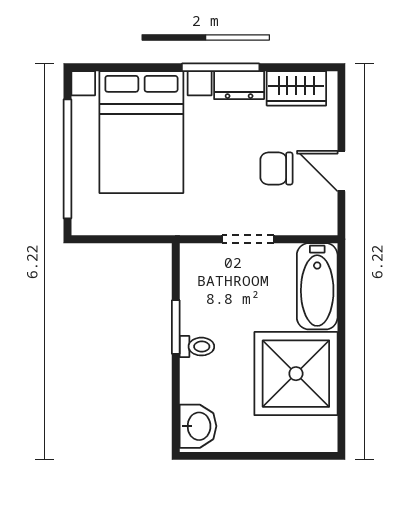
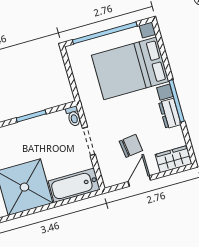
wardrobe: (296, 88) -> (174, 159), moved, turned 90
chair: (276, 169) -> (131, 146), turned 83
toilet: (197, 347) -> (74, 116), moved

